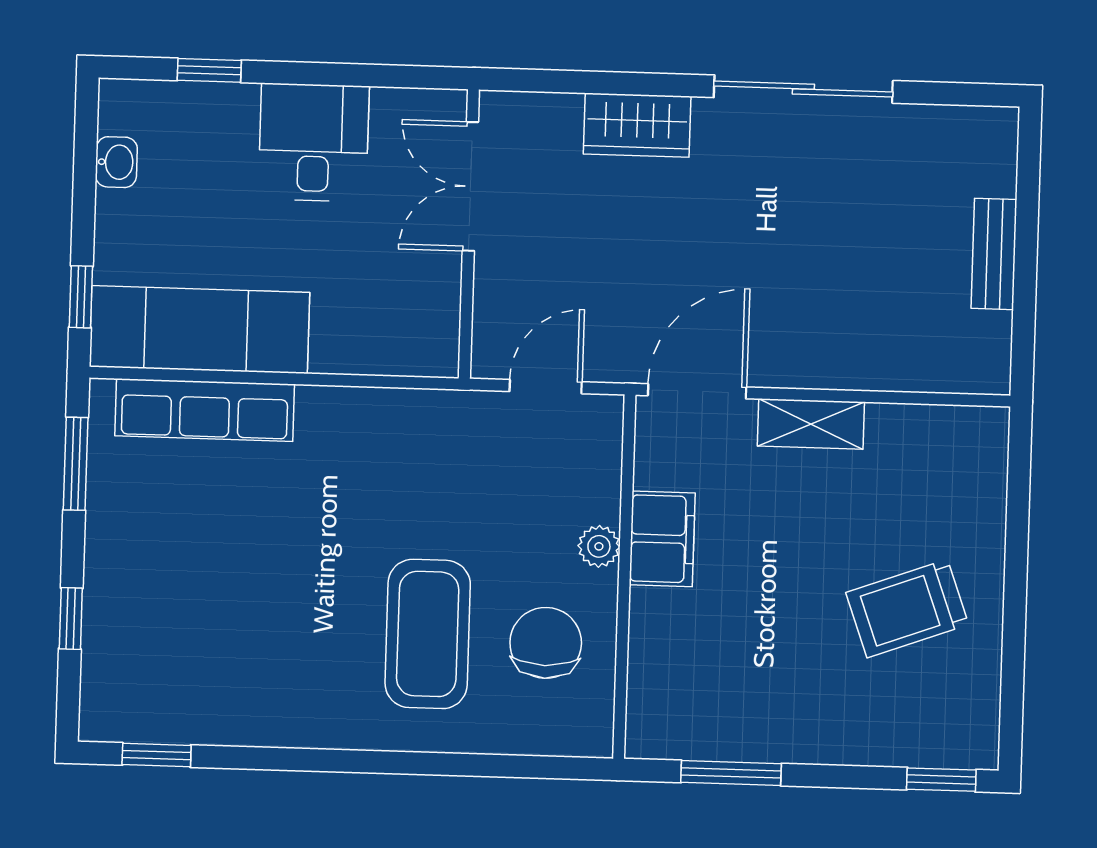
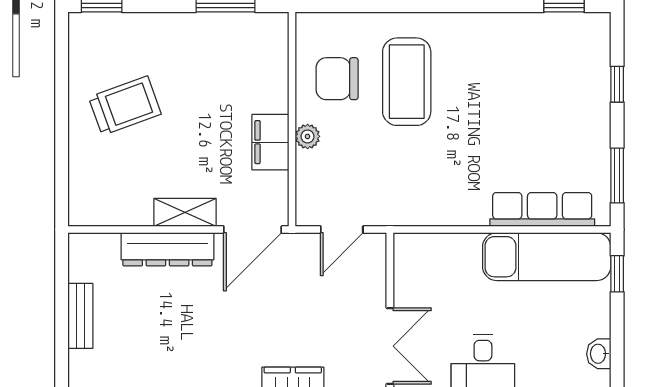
dresser: (843, 362) -> (167, 249), added
chair: (546, 643) -> (337, 79), turned 90

